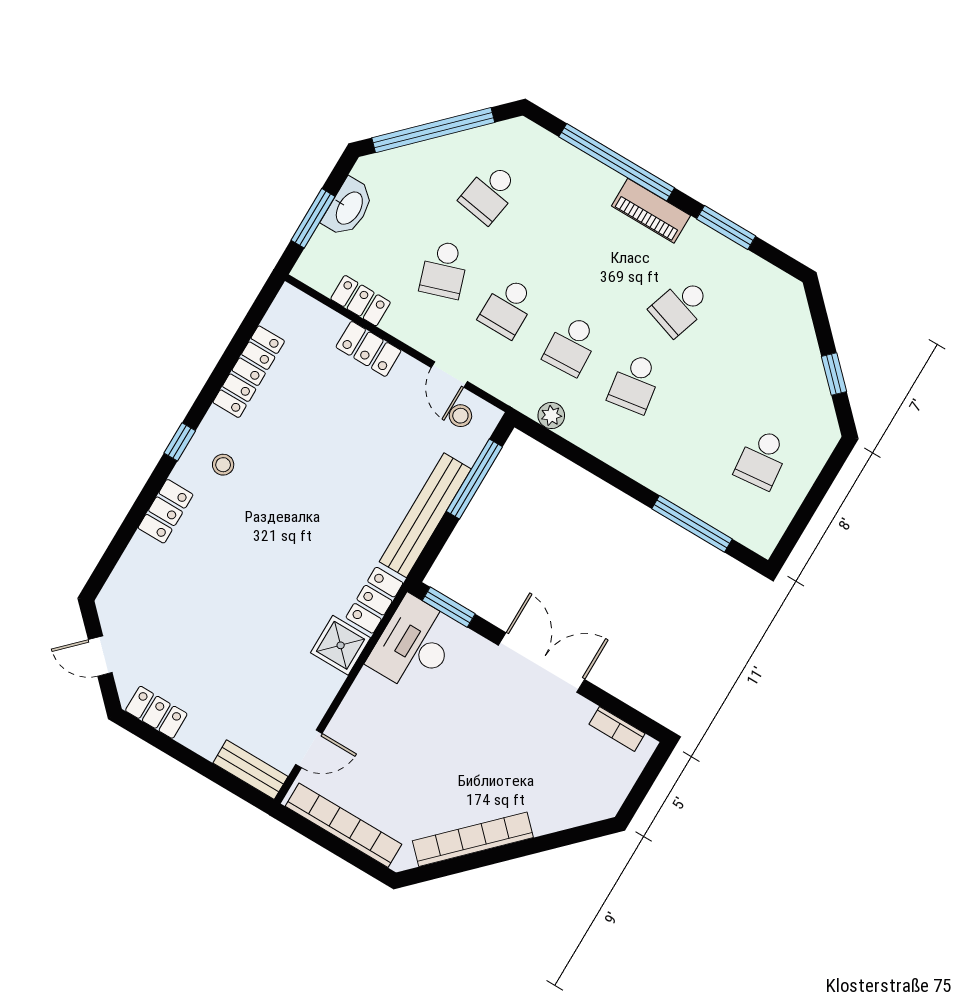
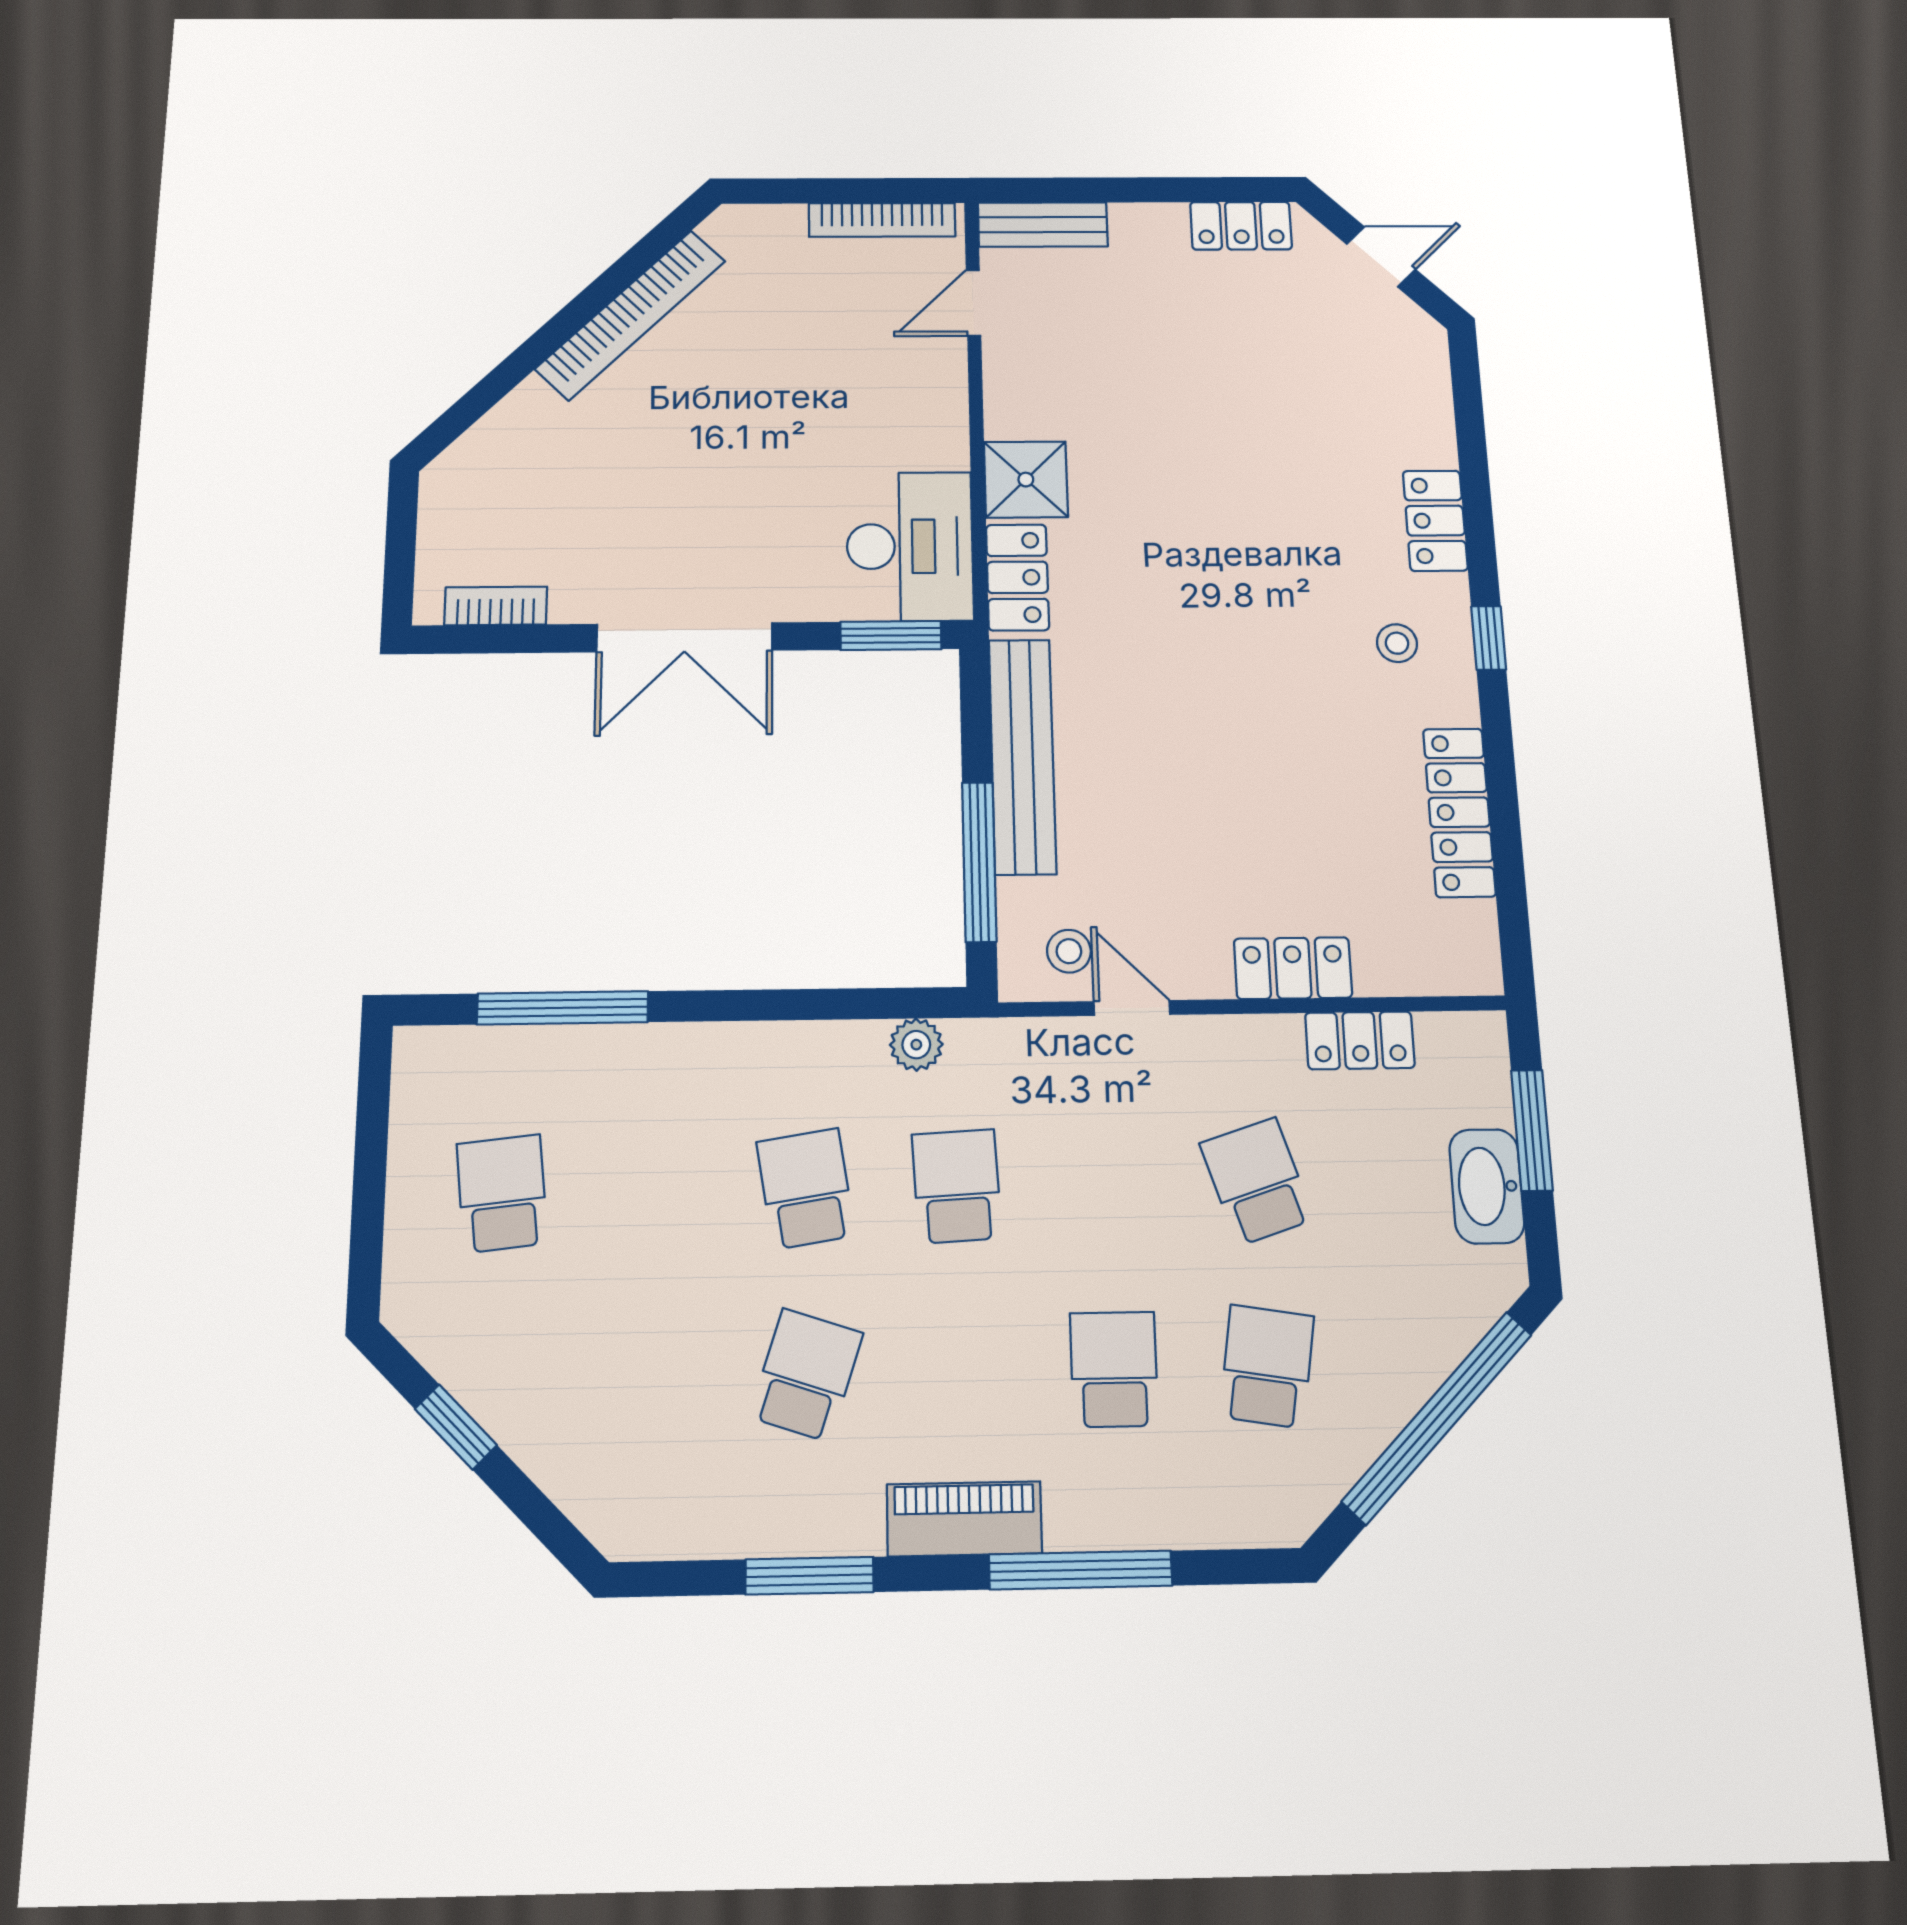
window: (617, 162) -> (1081, 1570), width x0.68
school desk: (508, 307) -> (1114, 1369), moved
bookcase: (344, 825) -> (882, 220), width x0.68, depth x0.76

